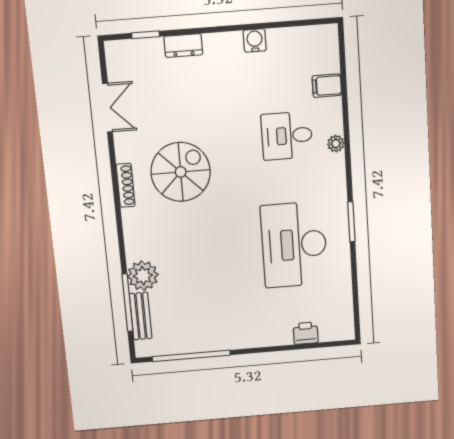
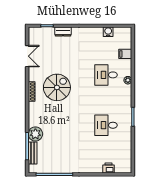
water cooler: (255, 40) -> (108, 32), moved
desk: (294, 245) -> (106, 125), width x0.53, depth x0.77

